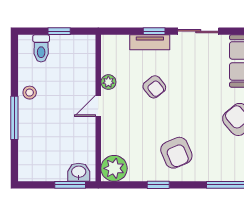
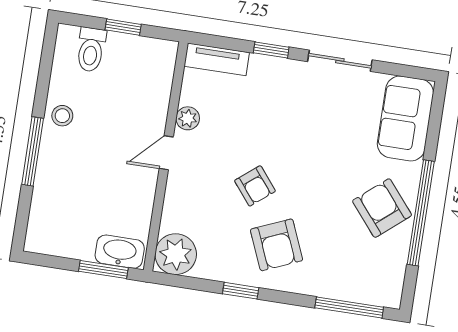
tv unit: (150, 42) -> (217, 59), moved
armchair: (154, 87) -> (255, 186), moved
washbasin: (79, 172) -> (120, 252), width x1.38

